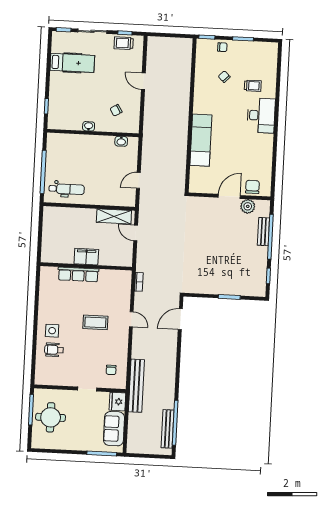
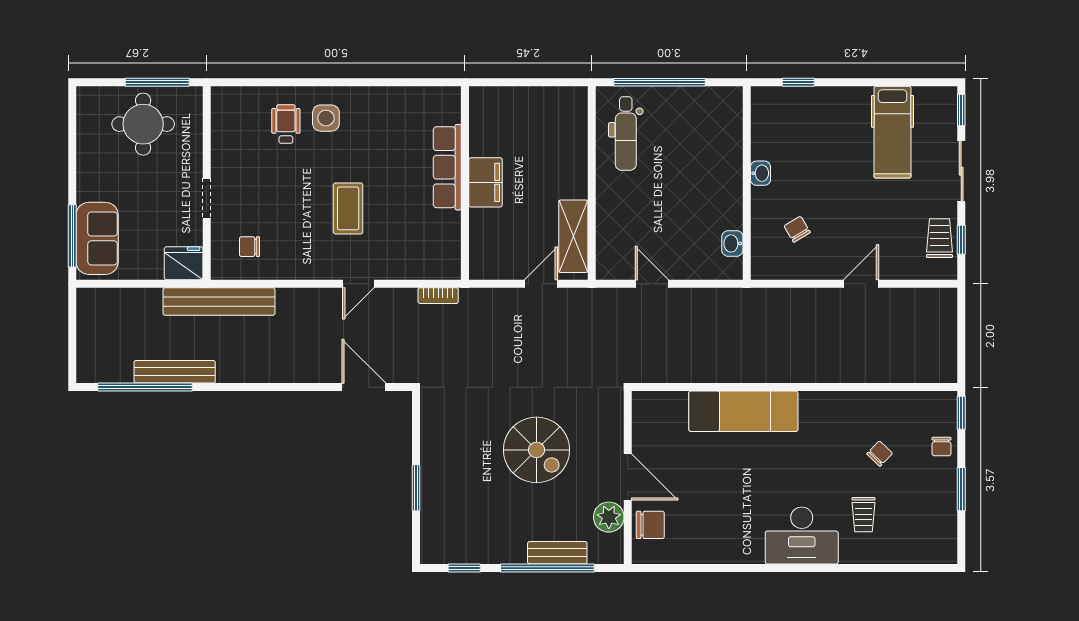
spiral stairs: (214, 239) -> (536, 450), added
sofa: (114, 429) -> (97, 238), moved, turned 90
bench: (168, 429) -> (175, 372), moved

